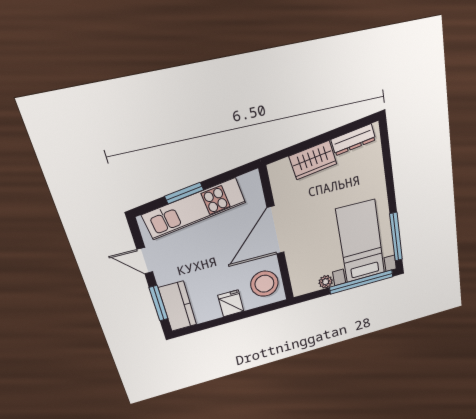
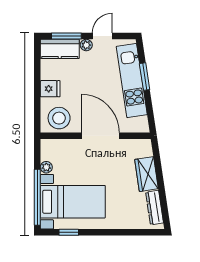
window: (396, 237) -> (69, 232), width x0.46
plant: (163, 277) -> (86, 45), added

